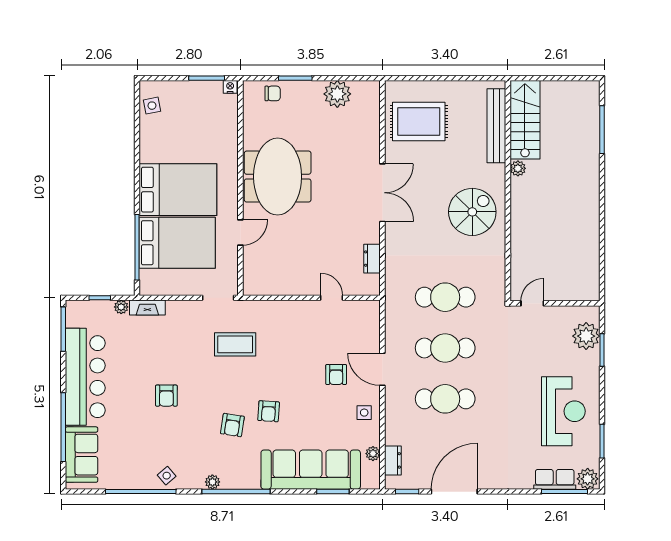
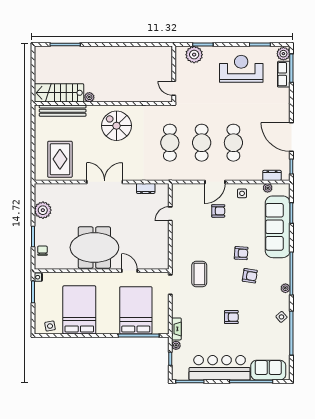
bed: (178, 190) -> (79, 310), moved

